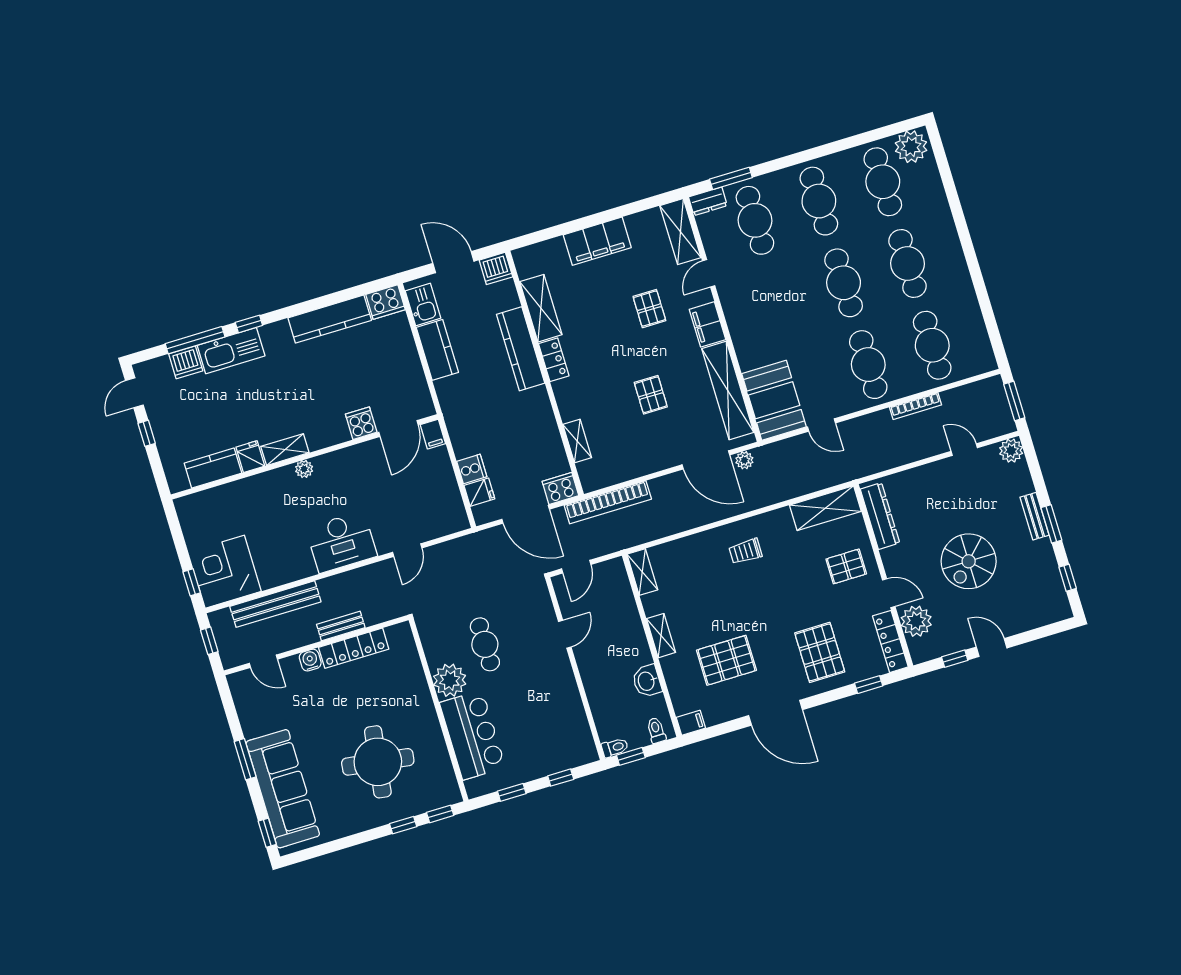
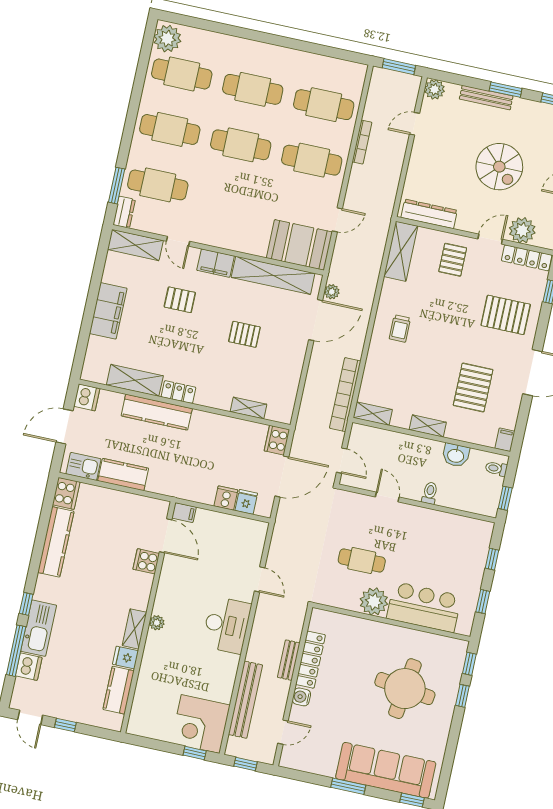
bookcase: (608, 502) -> (345, 395), moved, turned 180
bench: (1034, 516) -> (486, 98), width x1.36
toilet: (615, 748) -> (430, 493), moved

